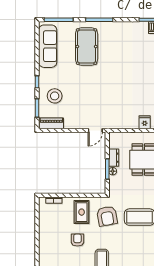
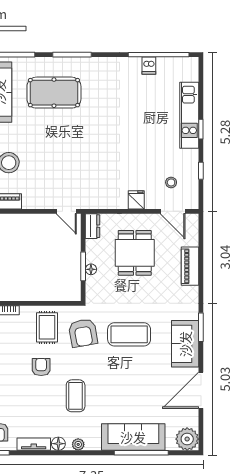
pool table: (87, 47) -> (54, 93), turned 90
door: (95, 130) -> (66, 211), hinge flipped
dresser: (114, 158) -> (93, 226), moved

